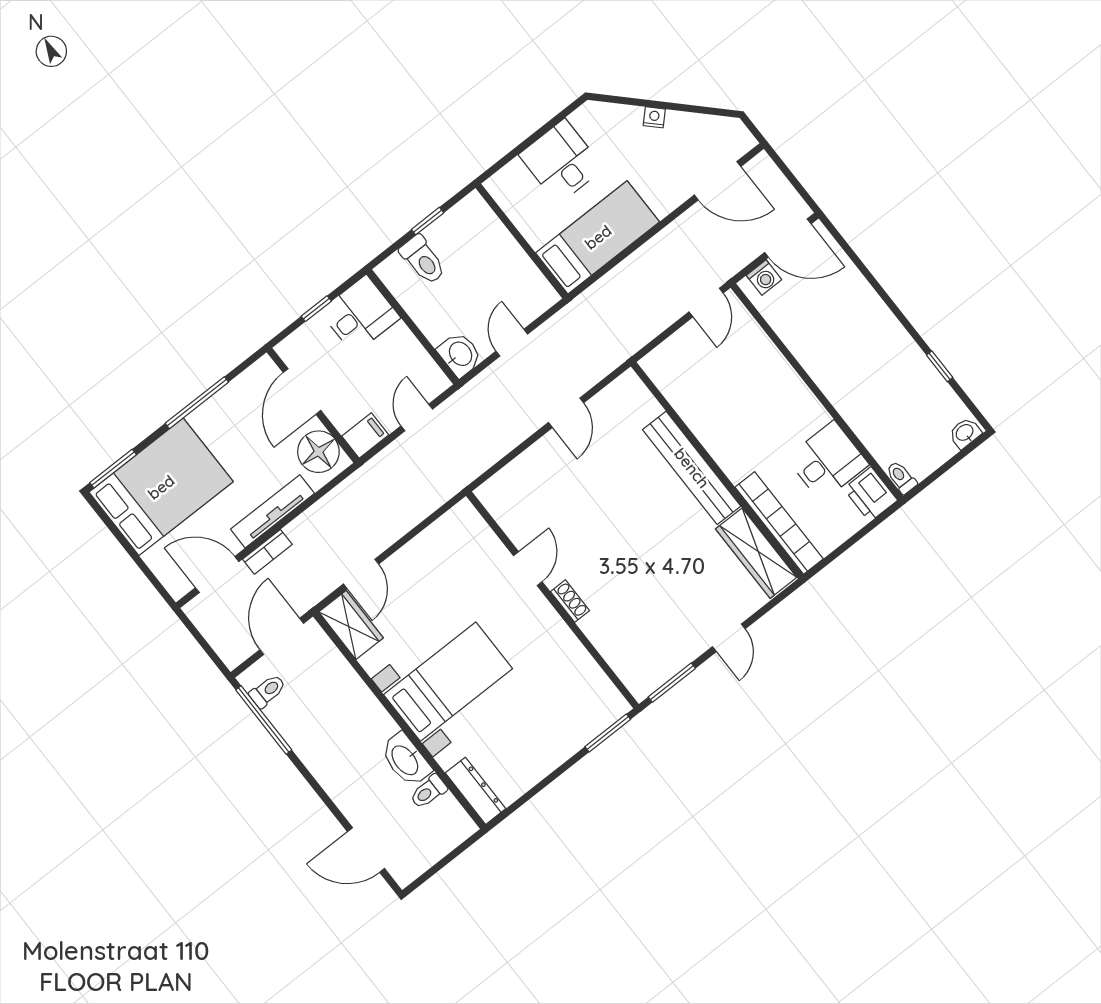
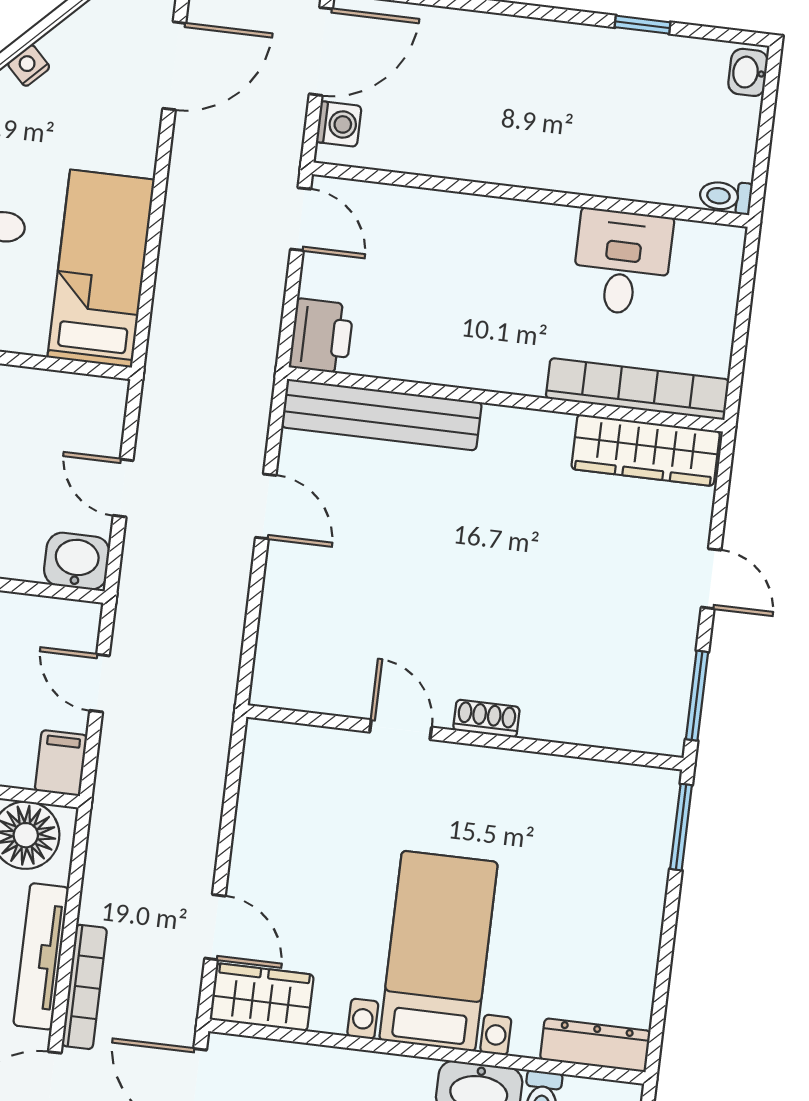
bench: (692, 468) -> (382, 415), moved
printer: (870, 494) -> (321, 336), moved, turned -90
bookcase: (267, 552) -> (84, 987), width x1.56

